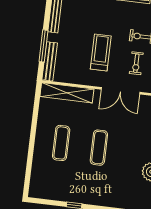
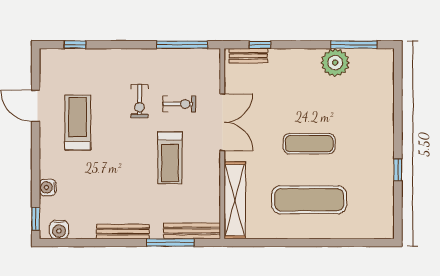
treadmill: (101, 53) -> (170, 158), turned -90
exercise mat: (61, 143) -> (309, 200), width x1.36, depth x1.45

